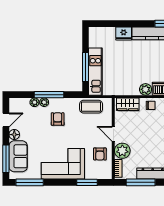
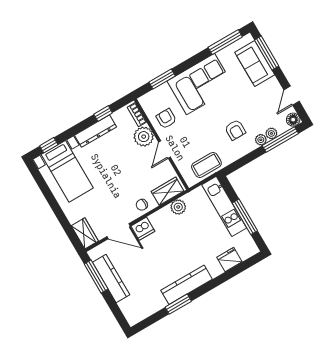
fridge: (124, 33) -> (229, 260), moved
window: (86, 67) -> (245, 217), moved
plant: (146, 89) -> (178, 207), moved
window: (49, 95) -> (280, 140), moved
door: (113, 134) -> (165, 150), swing flipped
floor lamp: (14, 135) -> (293, 120), moved
window: (141, 182) -> (103, 114), width x0.46

